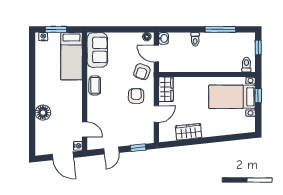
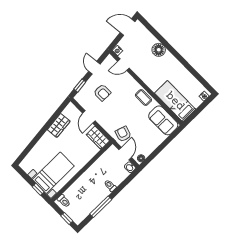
window: (56, 29) -> (201, 108), removed
door: (156, 54) -> (125, 154), hinge flipped
armchair: (136, 96) -> (102, 93), moved
door: (63, 156) -> (128, 27), moved

